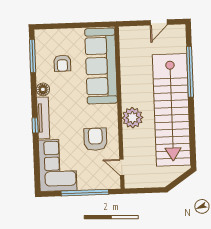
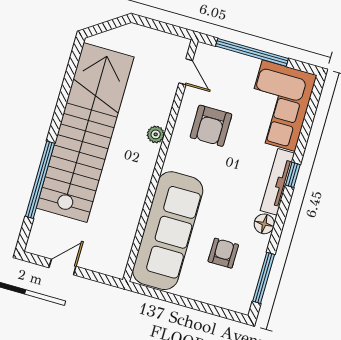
plant: (133, 118) -> (156, 134), width x0.53, depth x0.53

